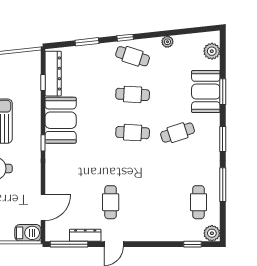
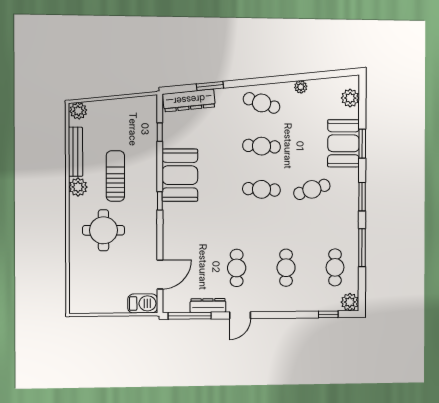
window: (125, 38) -> (253, 82), removed
dresser: (53, 74) -> (189, 100), moved, turned 84
cafe table: (155, 202) -> (286, 268), added

